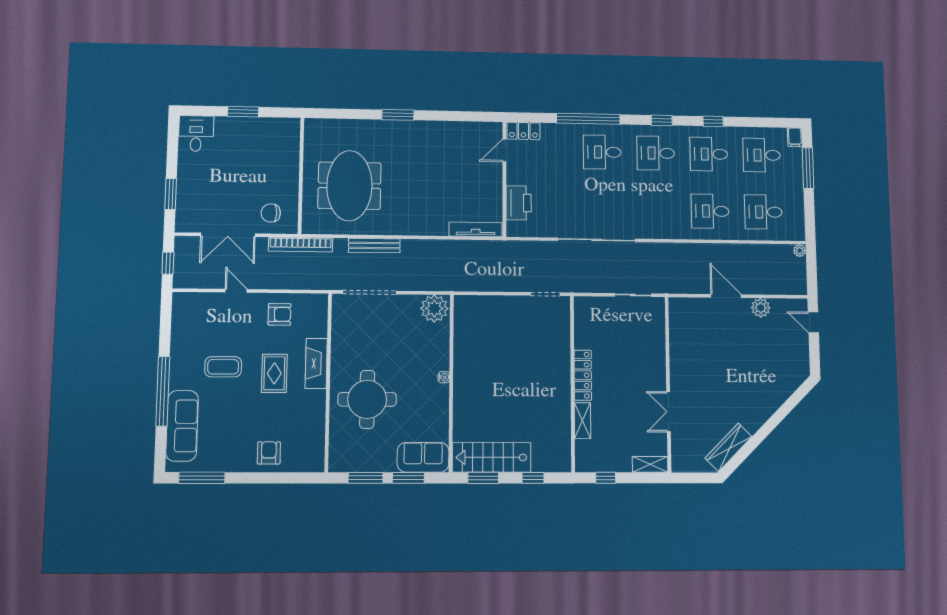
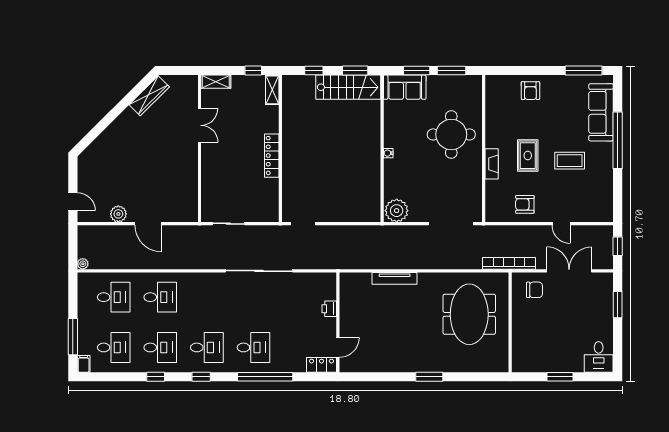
printer: (519, 203) -> (329, 309), width x0.53, depth x0.68
tv unit: (476, 229) -> (395, 278), moved
bench: (374, 246) -> (448, 263), removed
fireplace: (316, 363) -> (492, 164), width x0.73, depth x0.76
shelving: (582, 421) -> (272, 90), moved

